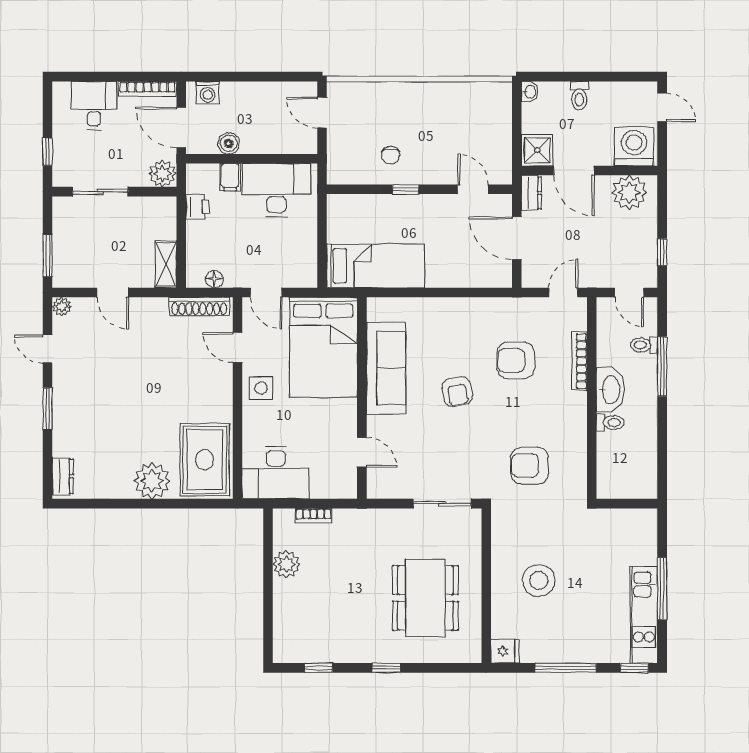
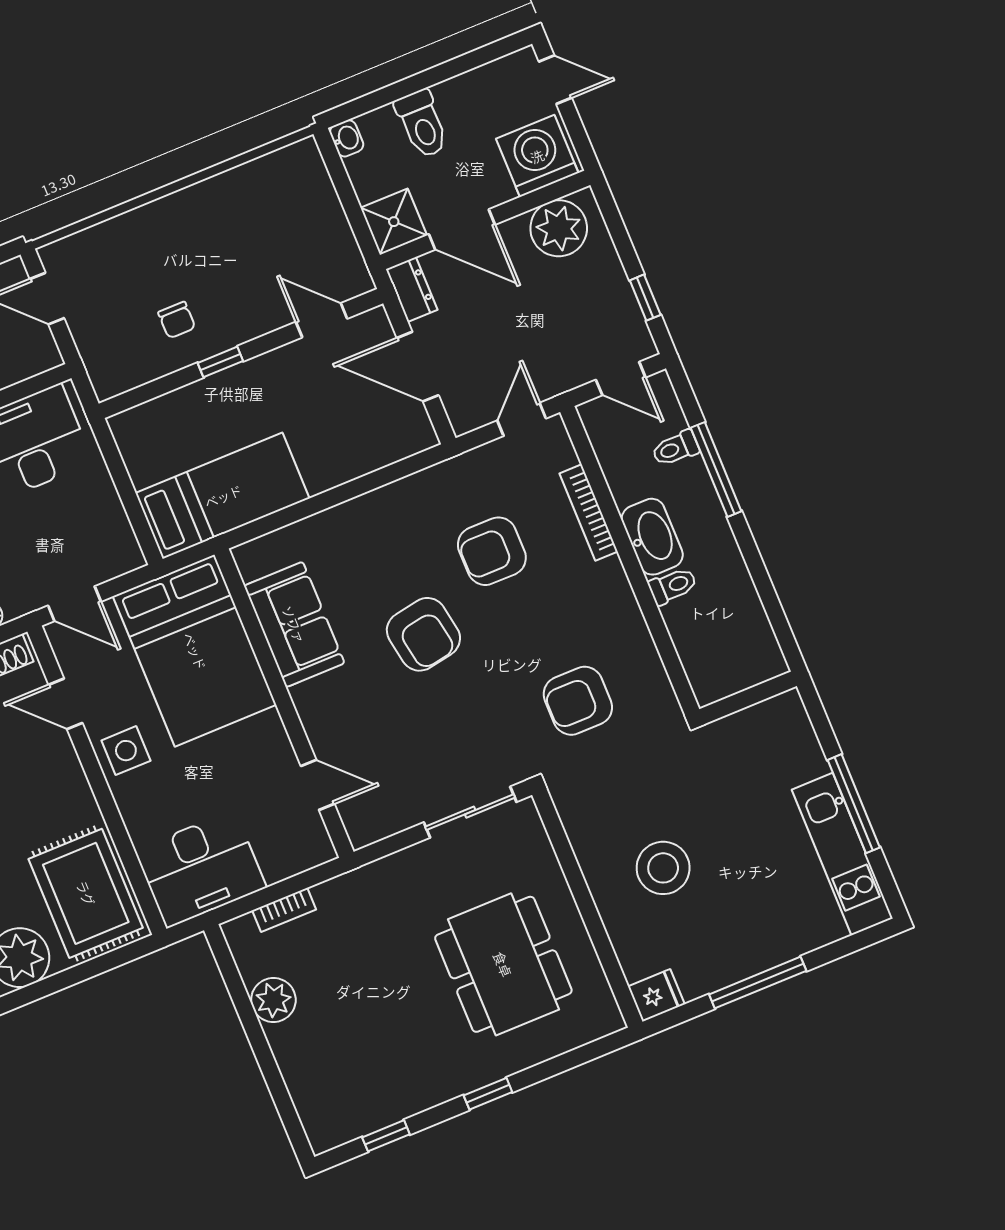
toilet: (579, 96) -> (422, 124), width x1.37, depth x1.39
sofa: (386, 368) -> (294, 624), width x0.73
armchair: (457, 392) -> (423, 634), width x1.38, depth x1.38
window: (634, 668) -> (861, 940), removed

